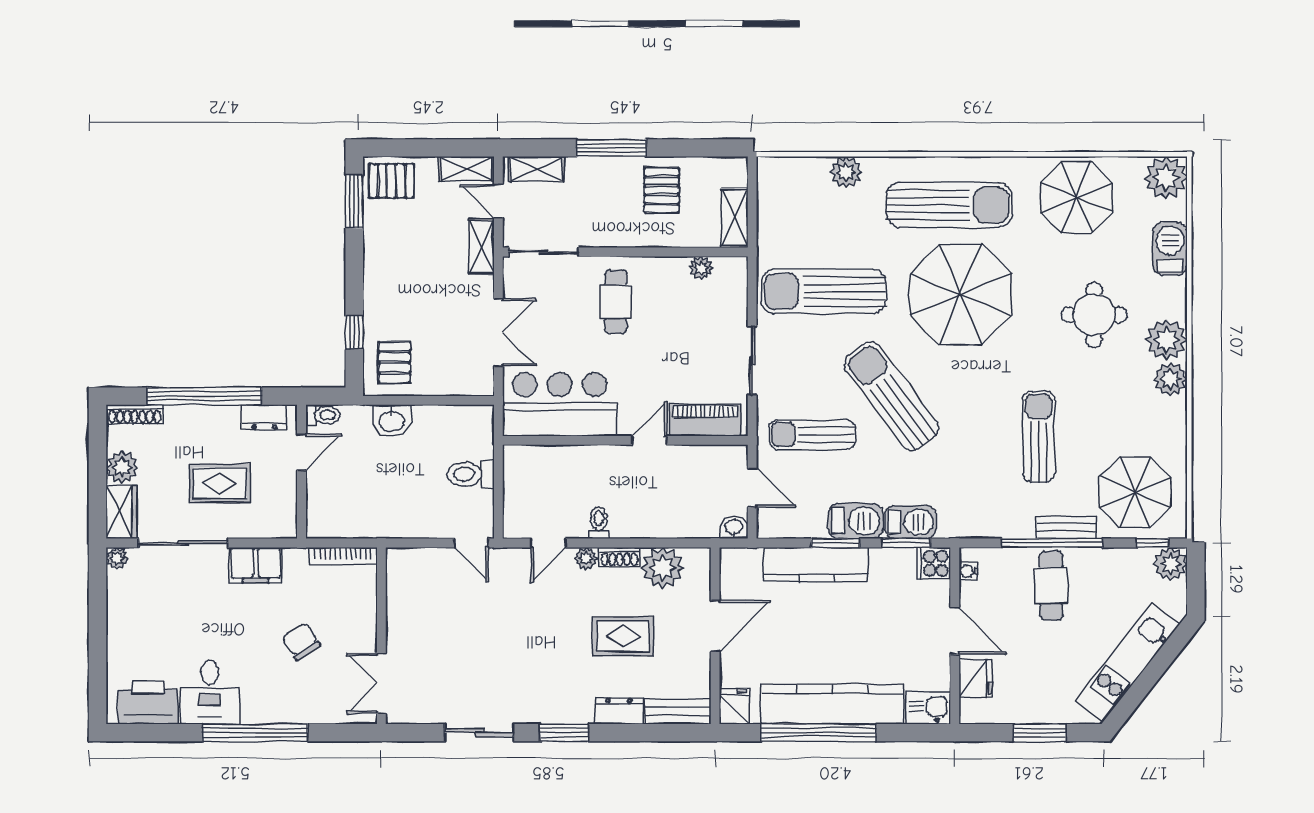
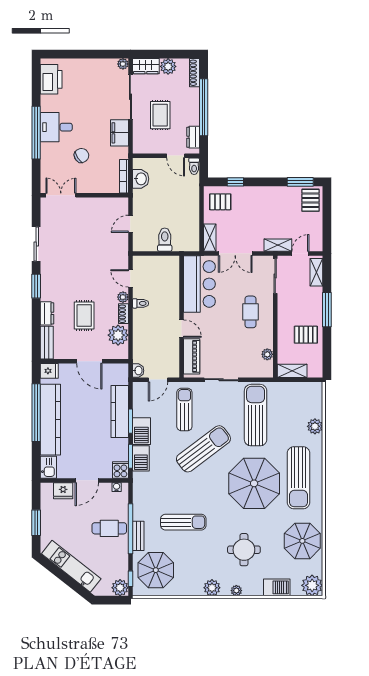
shelving: (466, 169) -> (210, 238), moved
cafe table: (616, 302) -> (250, 312), turned 90
plant: (1167, 340) -> (236, 591), width x0.53, depth x0.53
washbasin: (392, 421) -> (141, 179), moved, turned 180
door: (471, 543) -> (130, 224), moved
desk: (210, 692) -> (56, 127), moved

